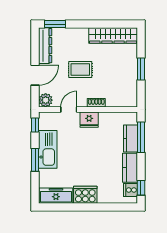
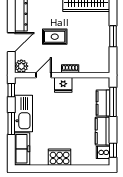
freezer: (56, 196) -> (22, 149), moved, turned 90

